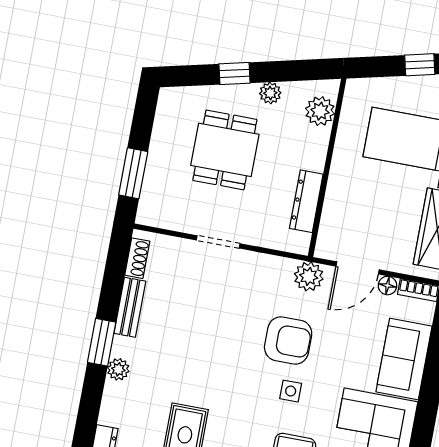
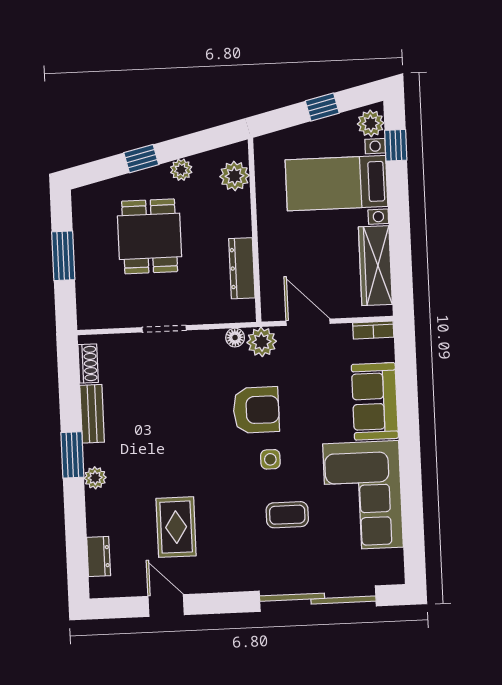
window: (133, 173) -> (63, 256), moved
door: (358, 268) -> (308, 322), swing flipped
floor lamp: (387, 286) -> (235, 338), moved

